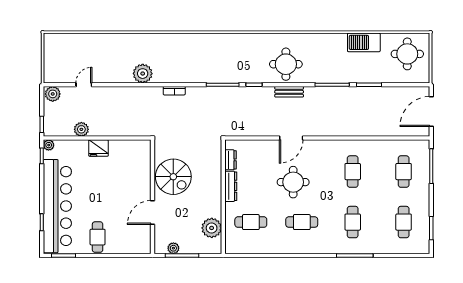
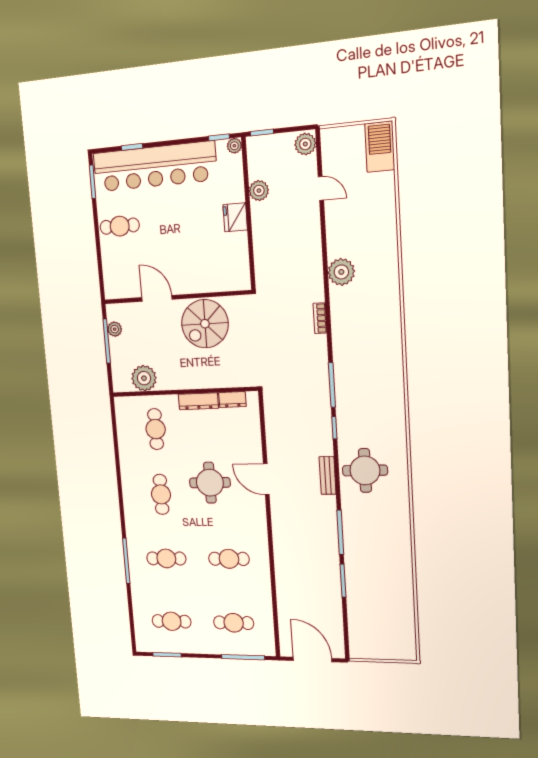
barbecue: (364, 42) -> (380, 147), moved
round table: (407, 54) -> (387, 631), removed

